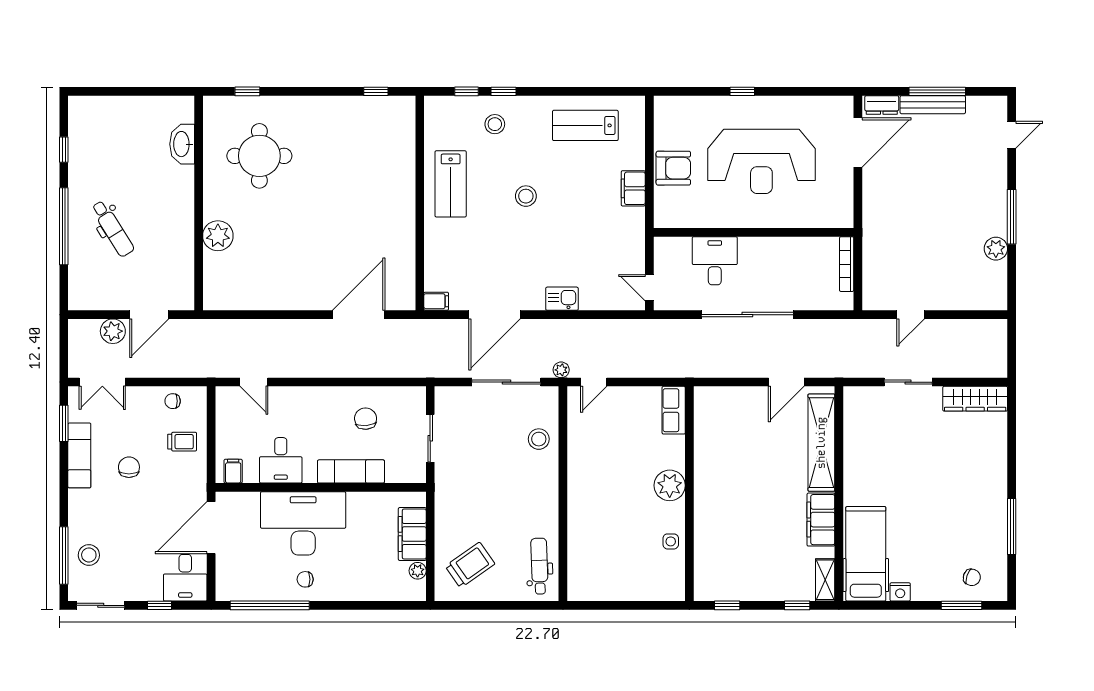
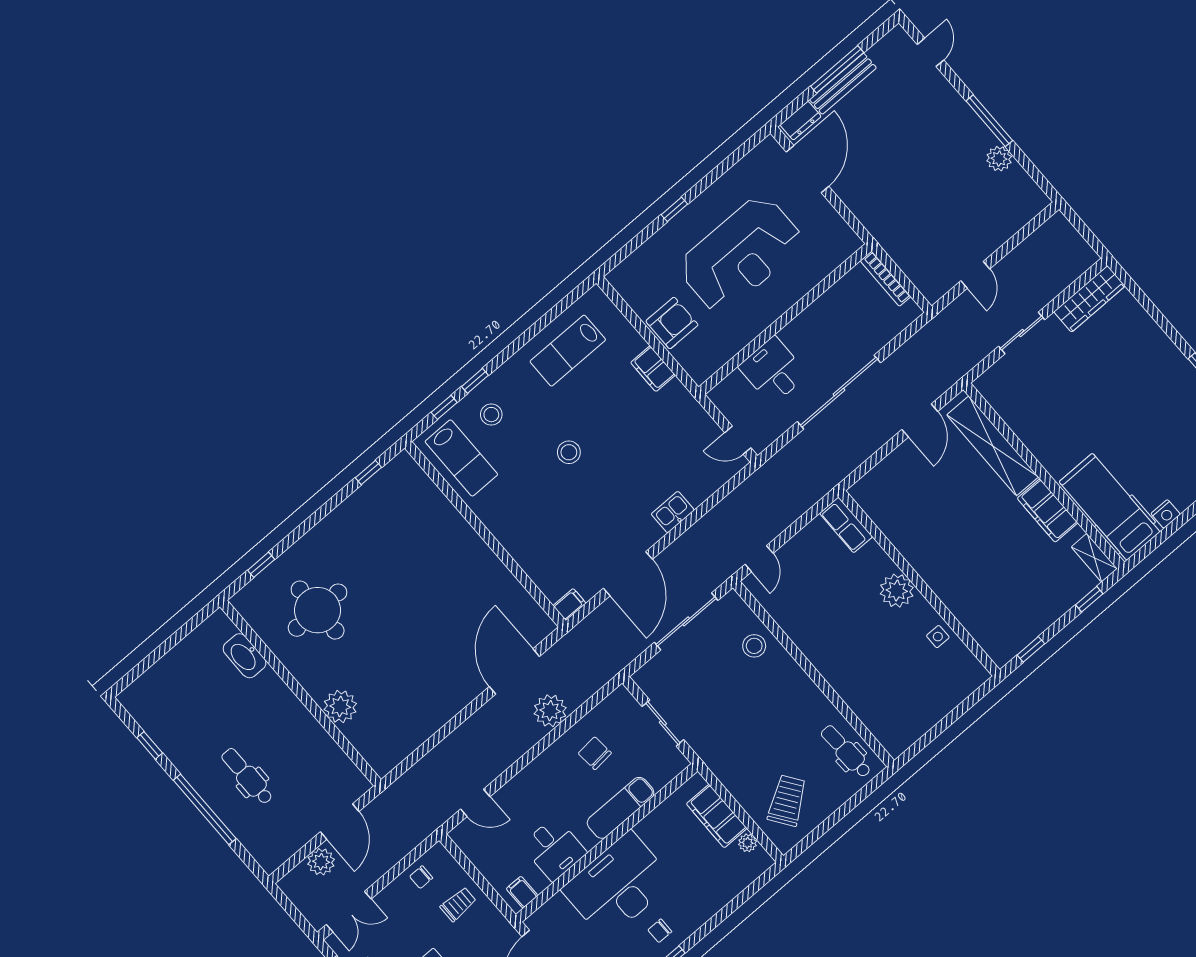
lab bench: (451, 184) -> (461, 458), moved
dental chair: (113, 229) -> (247, 776), turned -148
plant: (561, 370) -> (550, 711), moved, width x1.88, depth x1.88

